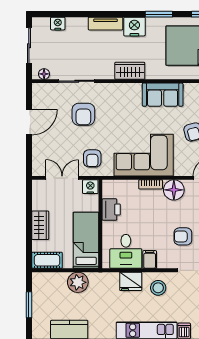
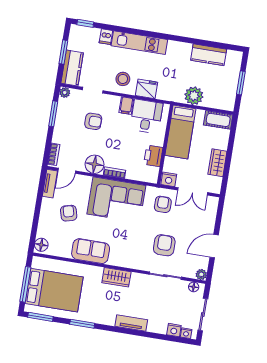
nightstand: (134, 27) -> (186, 333), moved, width x0.53, depth x0.56
plant: (38, 89) -> (201, 274), added
wardrobe: (40, 225) -> (217, 163), moved

